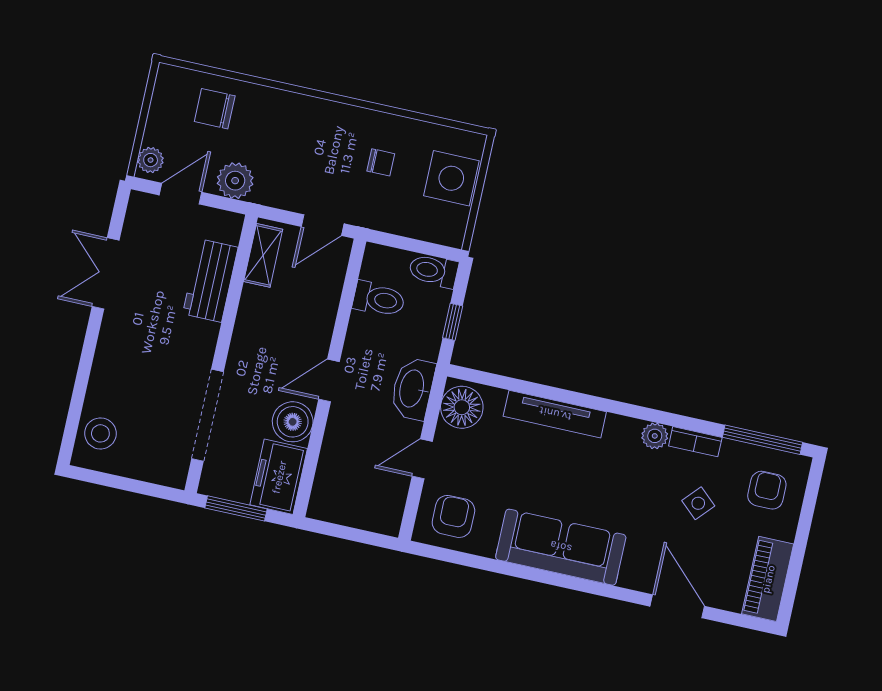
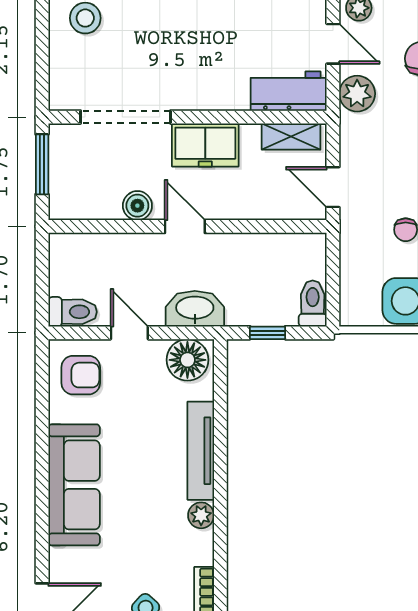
workbench: (210, 281) -> (289, 91), moved
toilet: (379, 299) -> (73, 312), moved, turned -90
boiler: (293, 422) -> (137, 206), width x0.73, depth x0.73
plant: (655, 436) -> (201, 515), moved
freezer: (279, 477) -> (205, 145), moved, turned 180

